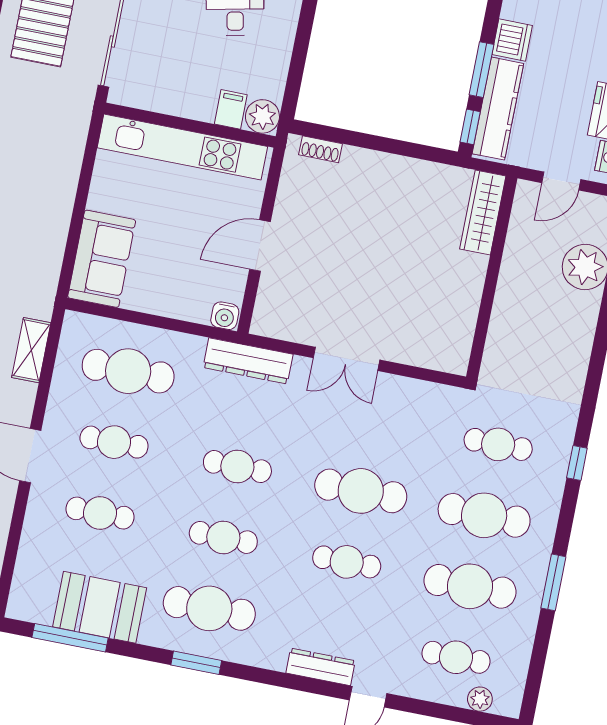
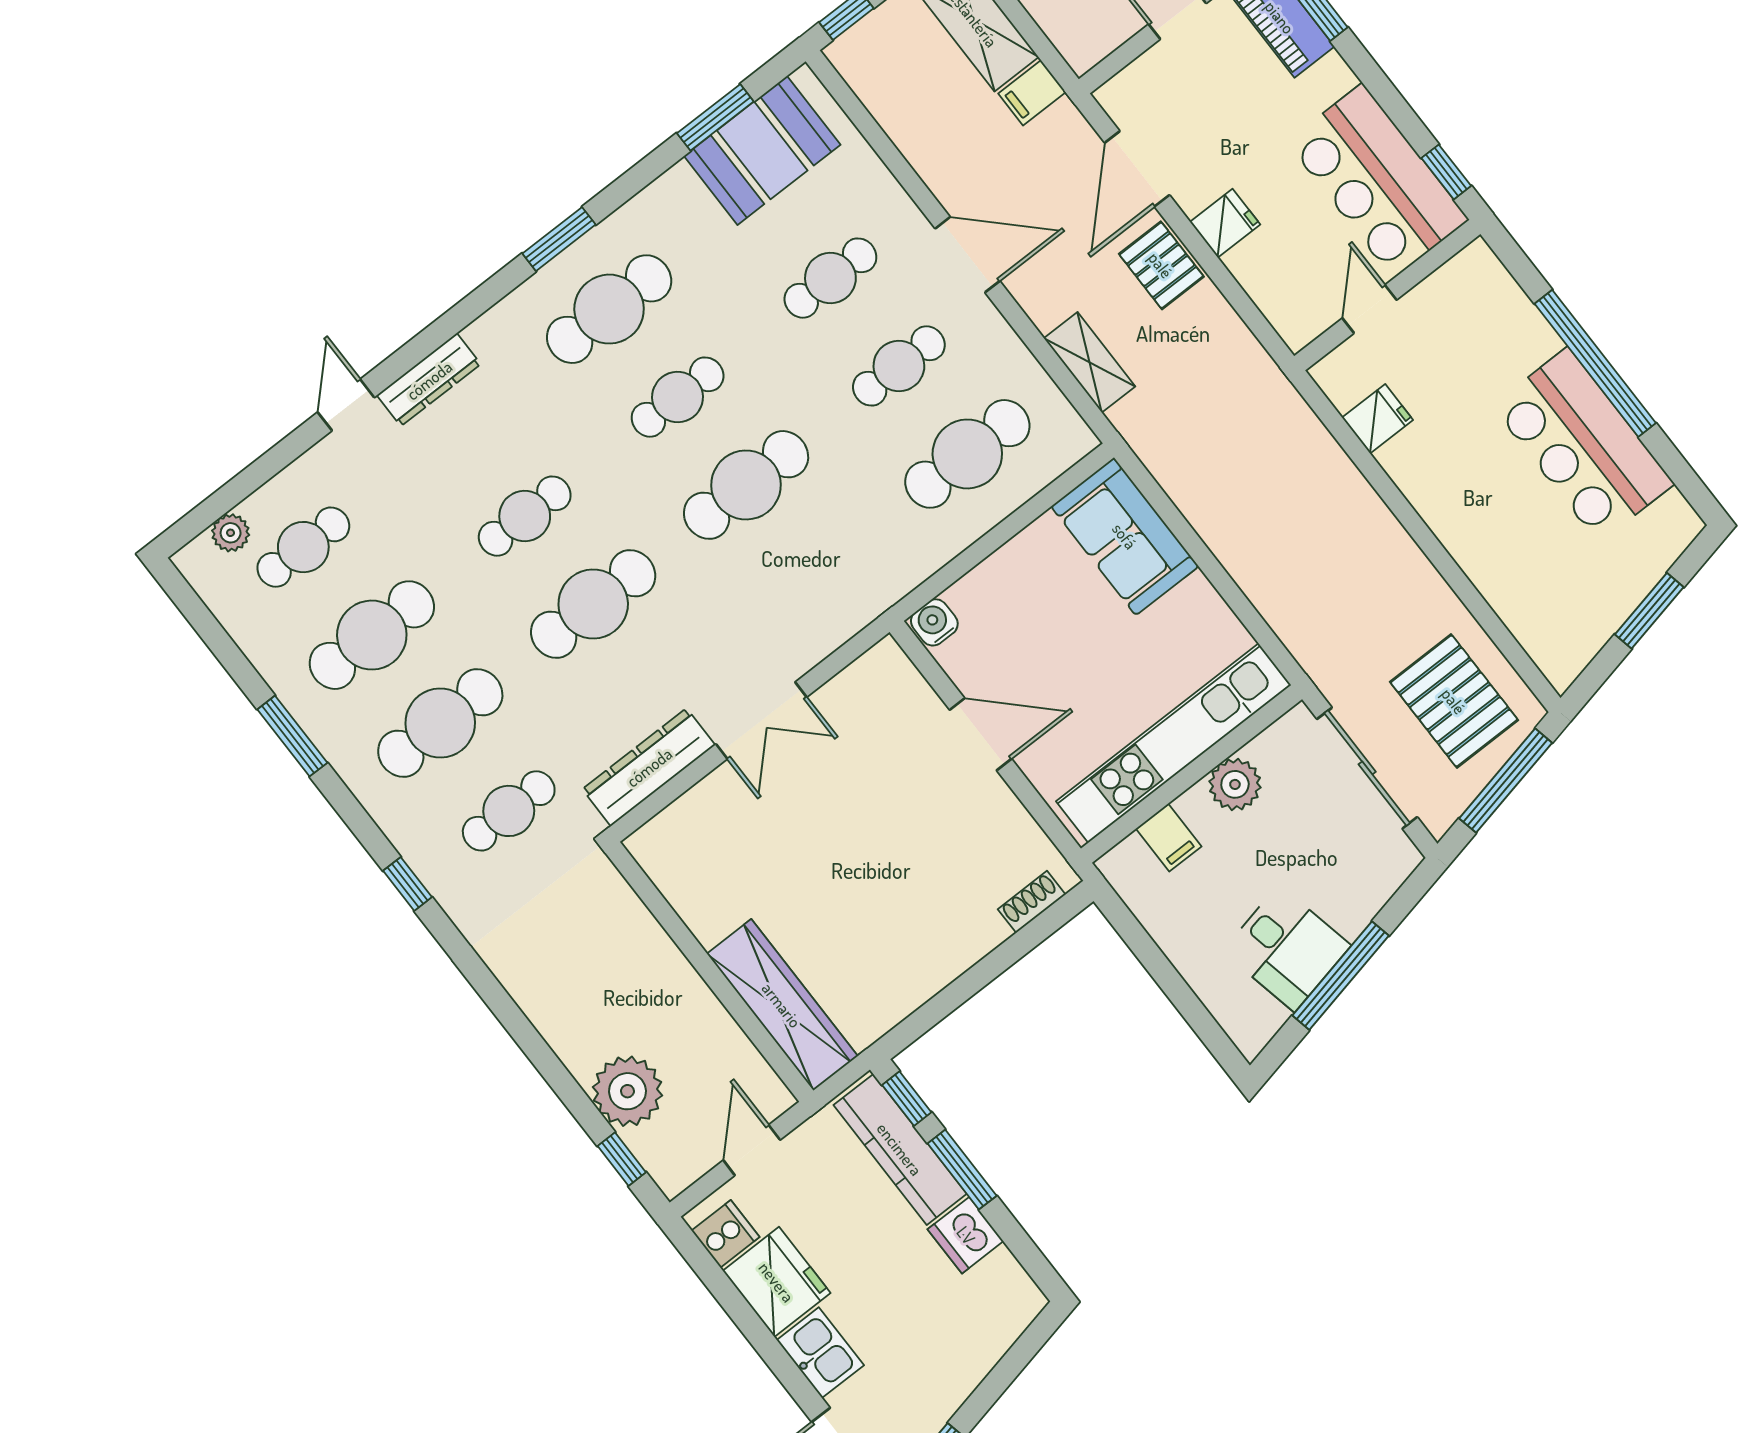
plant: (262, 116) -> (1235, 784), moved
wardrobe: (483, 213) -> (782, 1005), width x1.40, depth x1.17
door: (260, 246) -> (981, 734), hinge flipped
double door: (346, 359) -> (761, 721), swing flipped
dresser: (248, 361) -> (649, 767), moved
cafe table: (237, 467) -> (746, 485), width x1.37, depth x1.35
booth: (100, 607) -> (762, 150), moved
window: (70, 638) -> (715, 117), width x0.69

